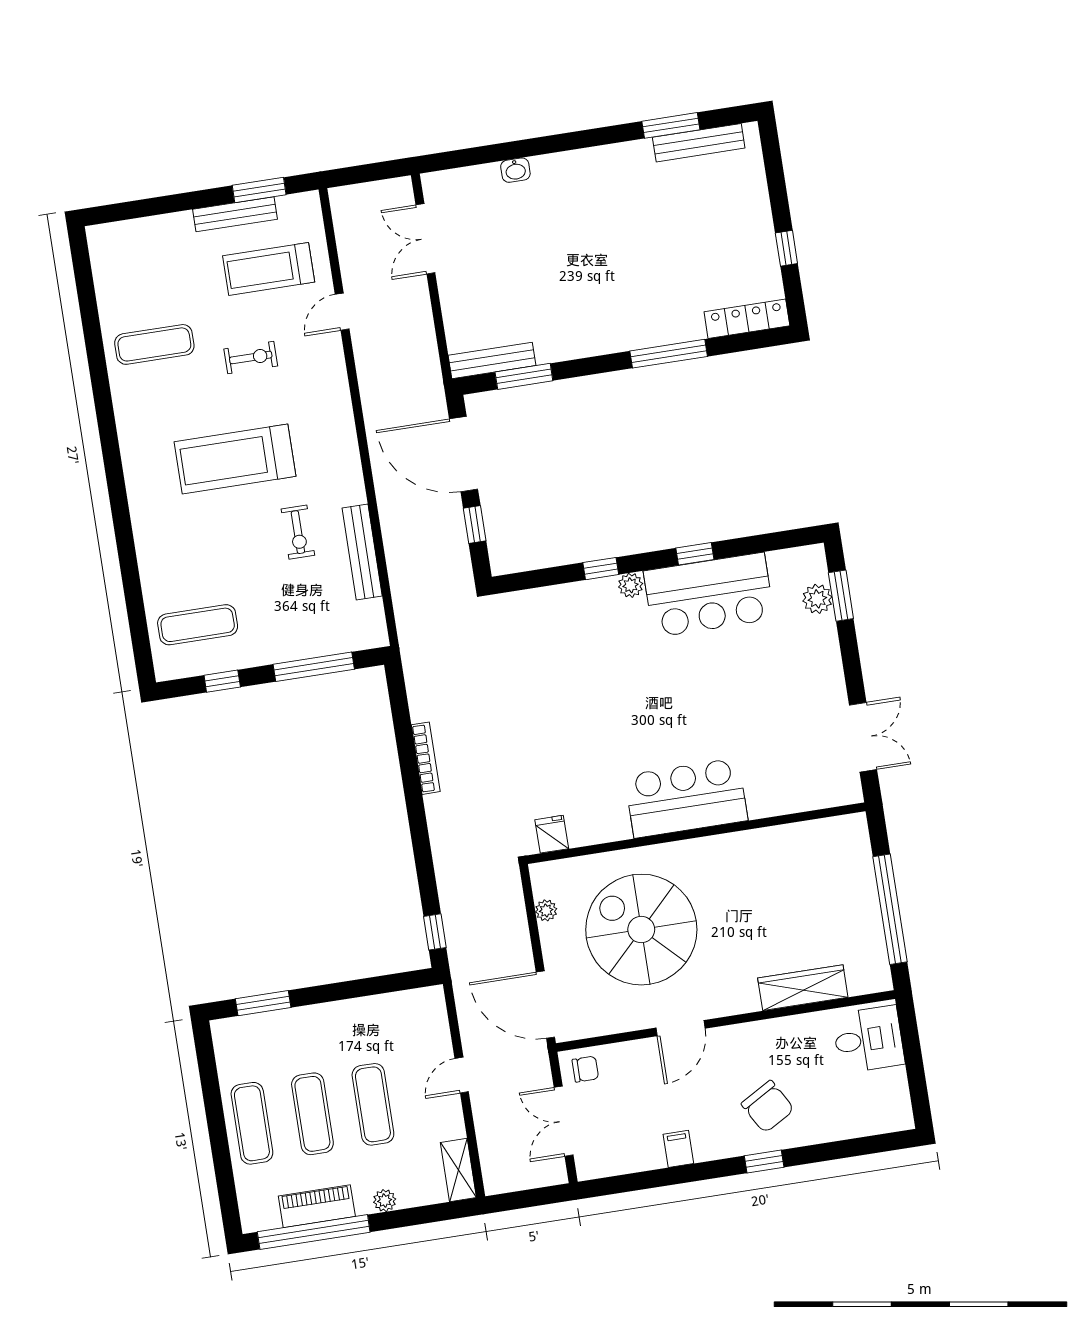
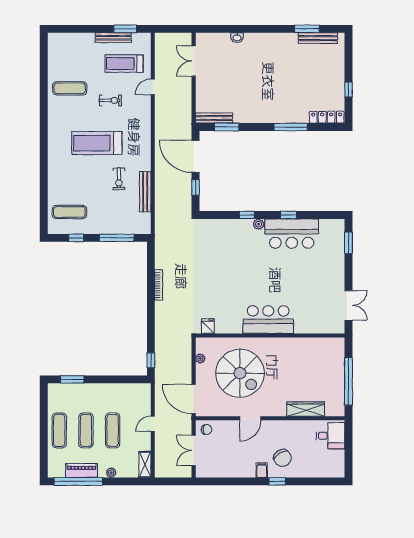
plant: (817, 599) -> (338, 243), removed
spiral stairs: (641, 930) -> (240, 373), turned 180
filing cabinet: (678, 1149) -> (262, 470), moved

